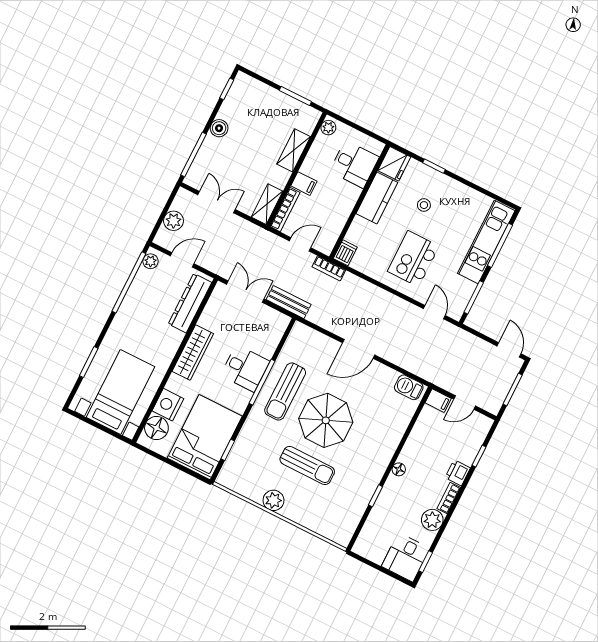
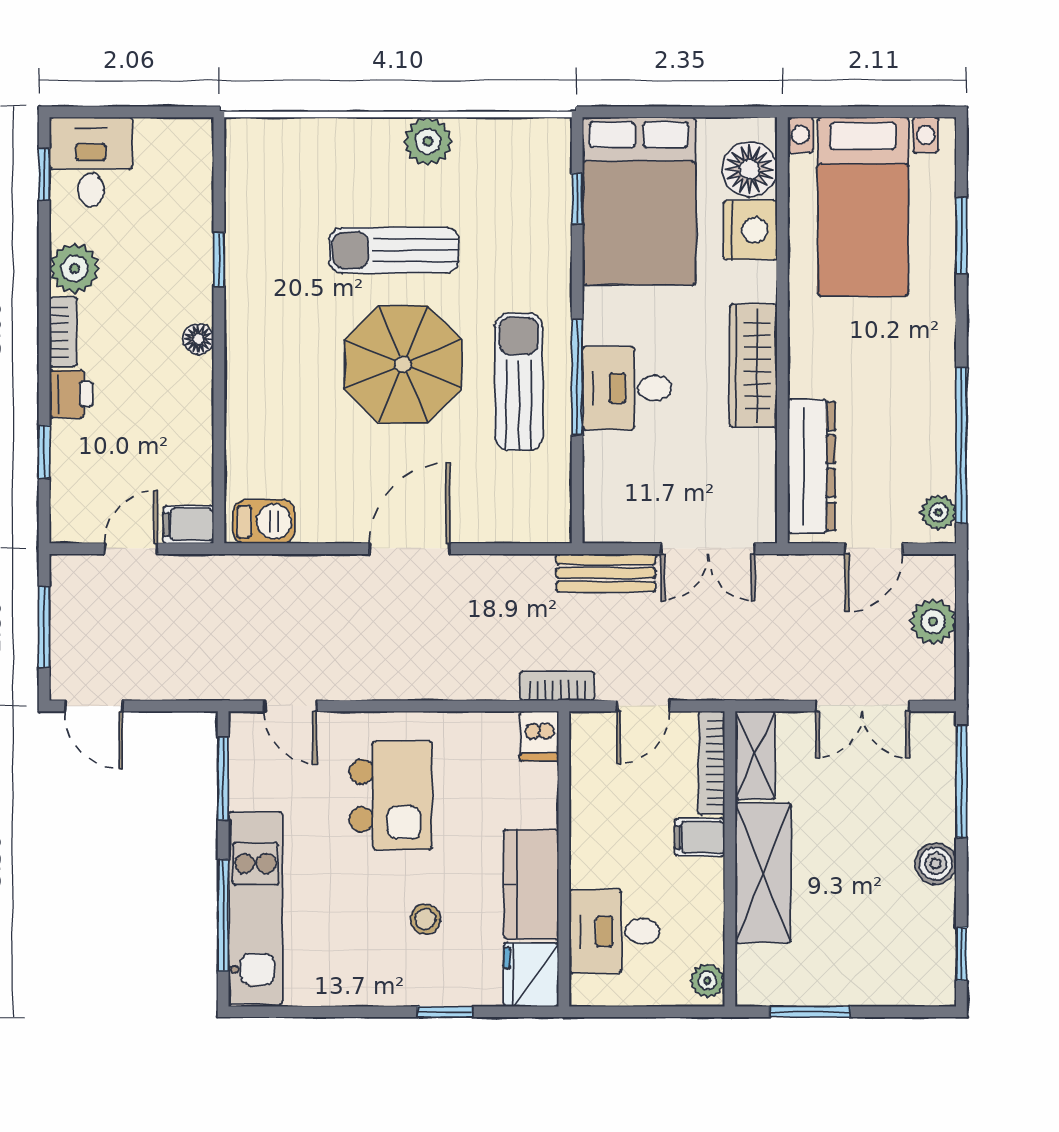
shelving: (294, 150) -> (763, 873), width x1.50, depth x1.33

